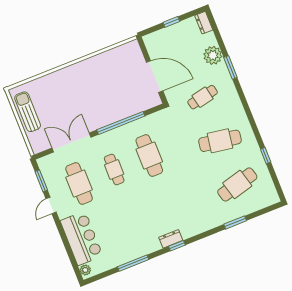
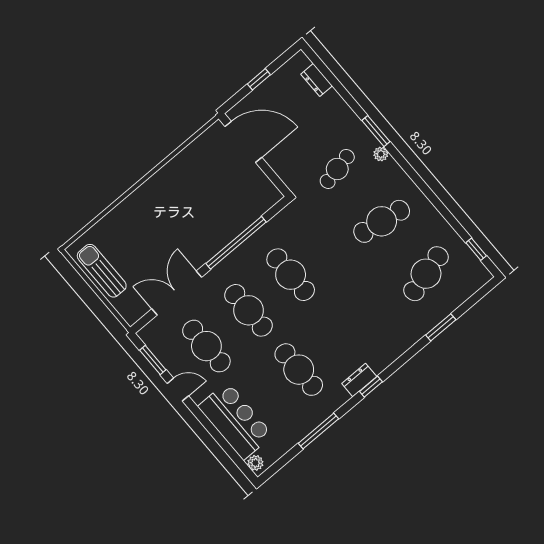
dresser: (204, 23) -> (317, 80), moved
plant: (213, 55) -> (381, 154), moved, width x0.53, depth x0.53
window: (230, 67) -> (376, 131), moved
door: (155, 77) -> (243, 142), moved
window: (266, 156) -> (476, 249), moved
cafe table: (114, 169) -> (249, 310), width x1.37, depth x1.35
door: (51, 205) -> (178, 390), swing flipped
cafe table: (134, 219) -> (299, 370), added

